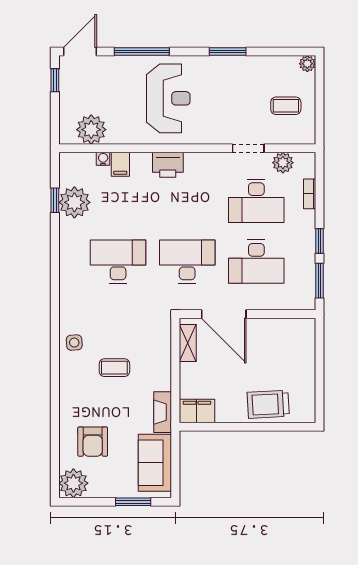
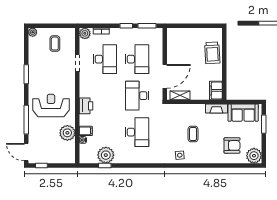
plant: (91, 130) -> (67, 133), moved
plant: (283, 163) -> (85, 33), moved
desk: (118, 262) -> (137, 132), turned 180

